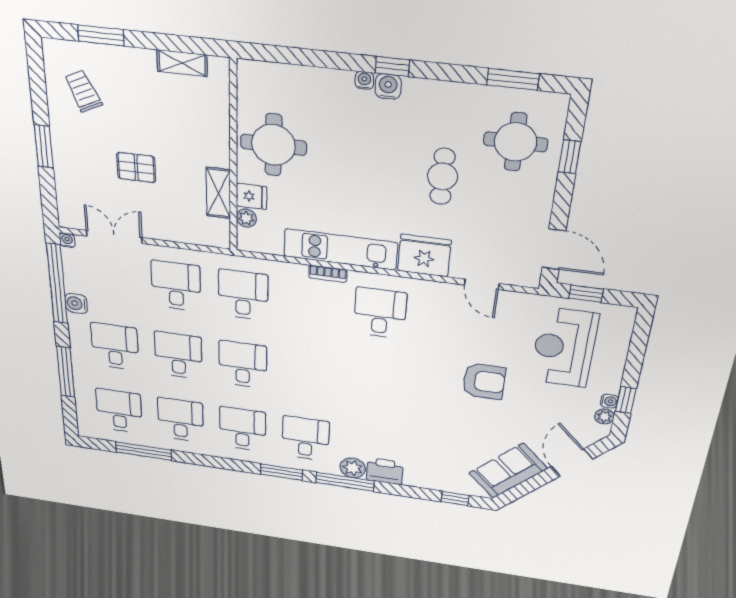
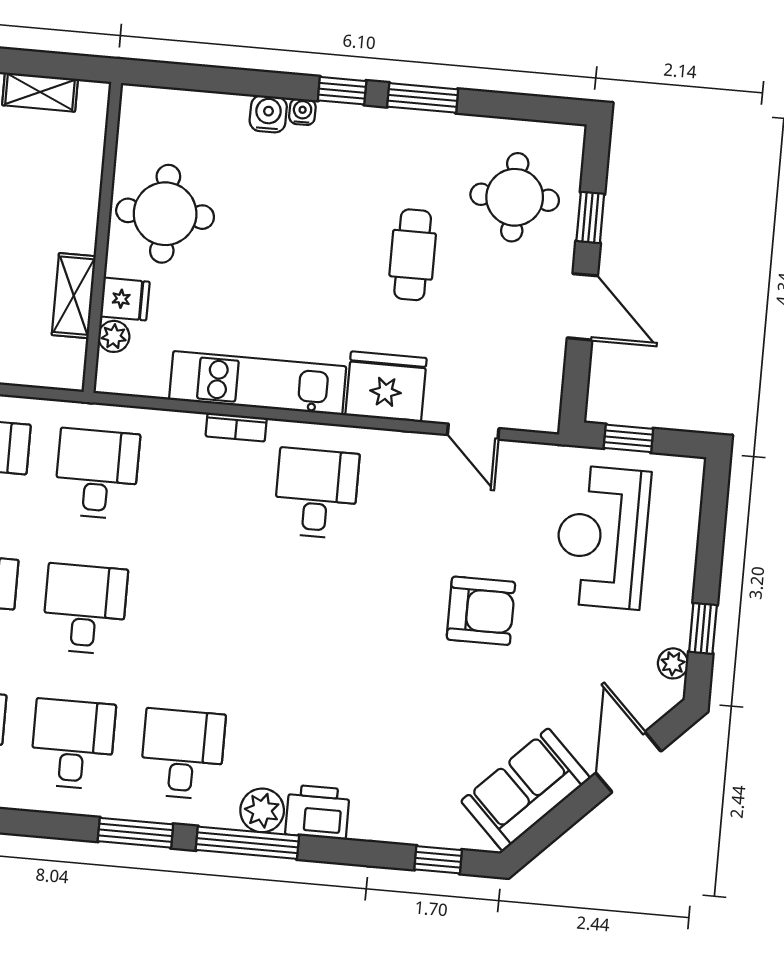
window: (513, 79) -> (423, 98), moved
water cooler: (388, 86) -> (268, 114), moved
door: (554, 249) -> (582, 307), moved
water cooler: (609, 401) -> (678, 633), removed

